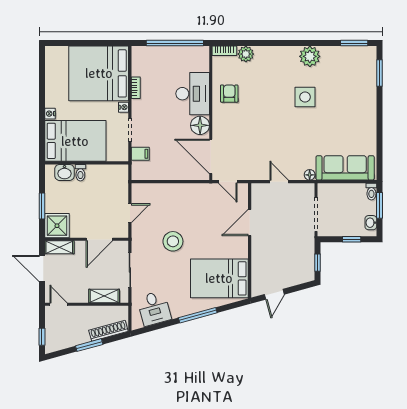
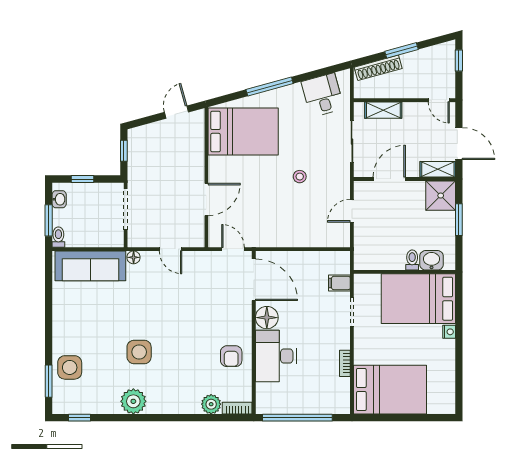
window: (354, 43) -> (80, 418), width x0.67
bed: (99, 73) -> (390, 390), width x0.73
side table: (362, 84) -> (70, 367), added
nightstand: (124, 107) -> (360, 340), removed
stool: (173, 241) -> (300, 177), width x0.53, depth x0.53

